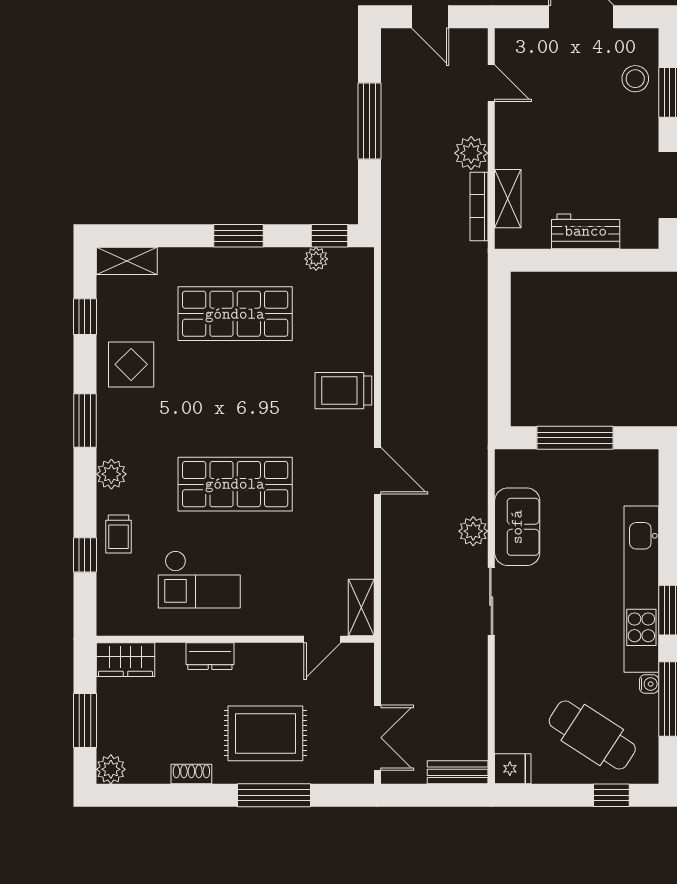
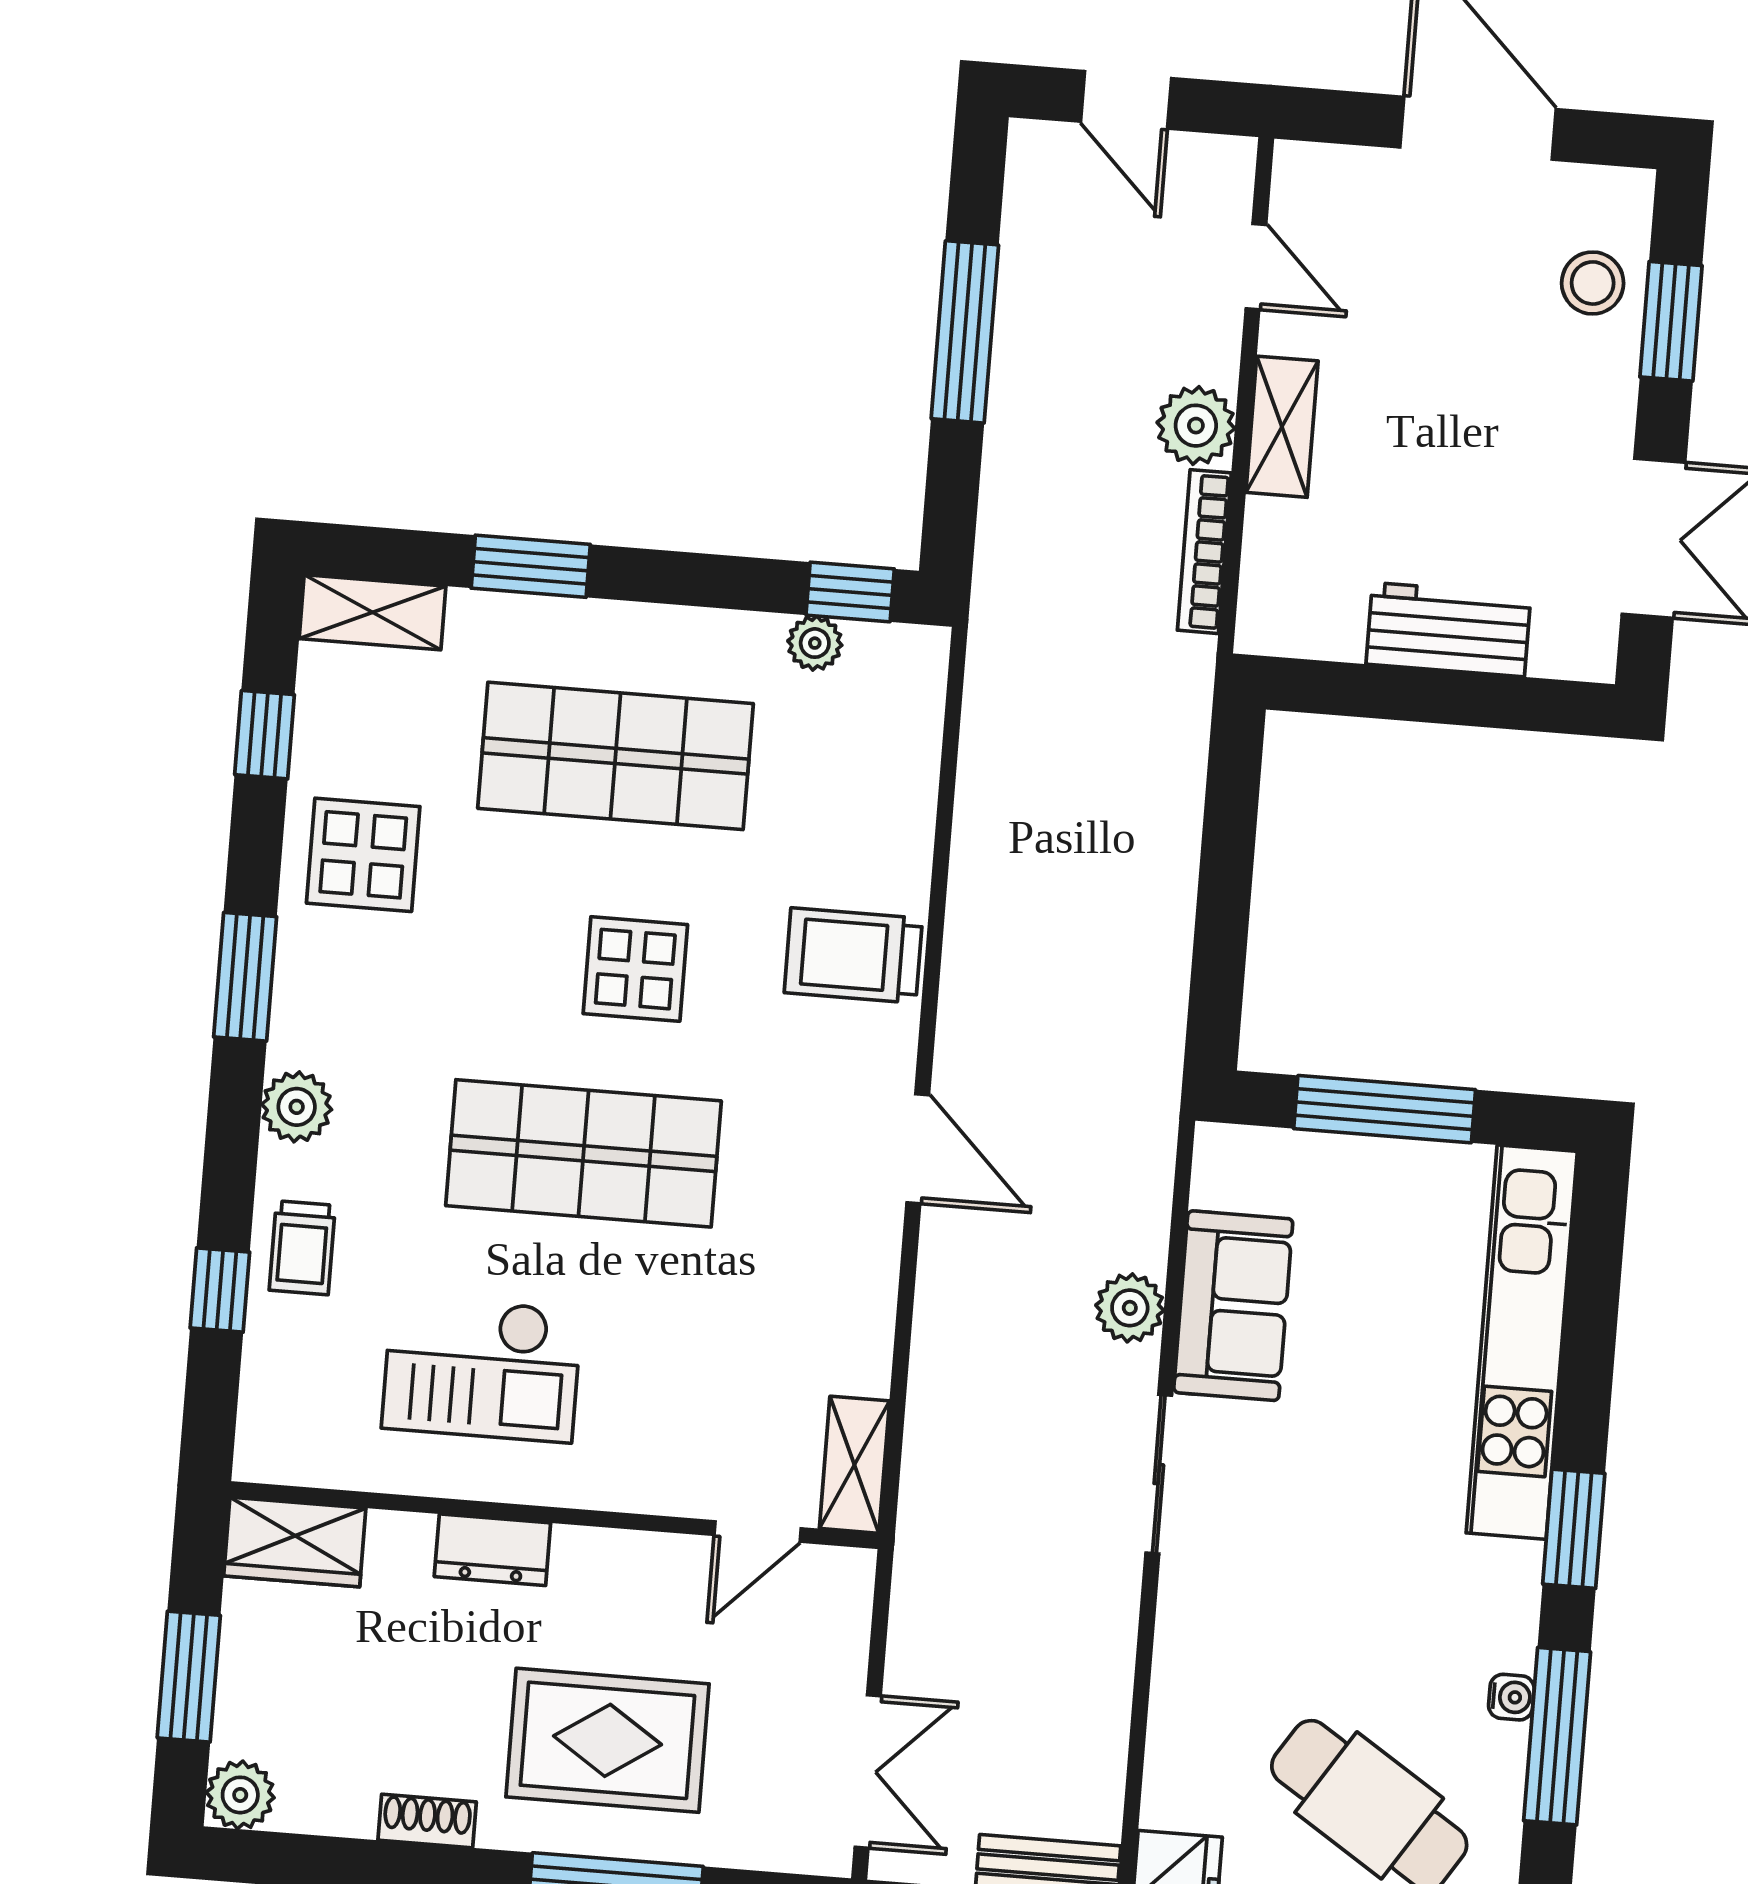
shelving: (508, 199) -> (1282, 427), moved
window: (238, 236) -> (531, 566), moved
display table: (251, 404) -> (635, 969), added
kitchen unit: (641, 589) -> (1522, 1342), moved

